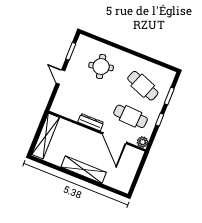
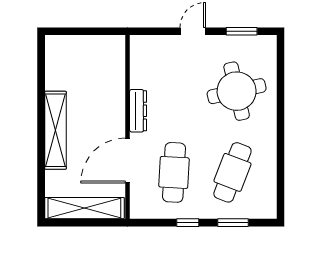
round table: (101, 67) -> (237, 91), width x1.36, depth x1.36
shelving: (46, 136) -> (84, 208), moved
plant: (143, 142) -> (140, 209), removed

